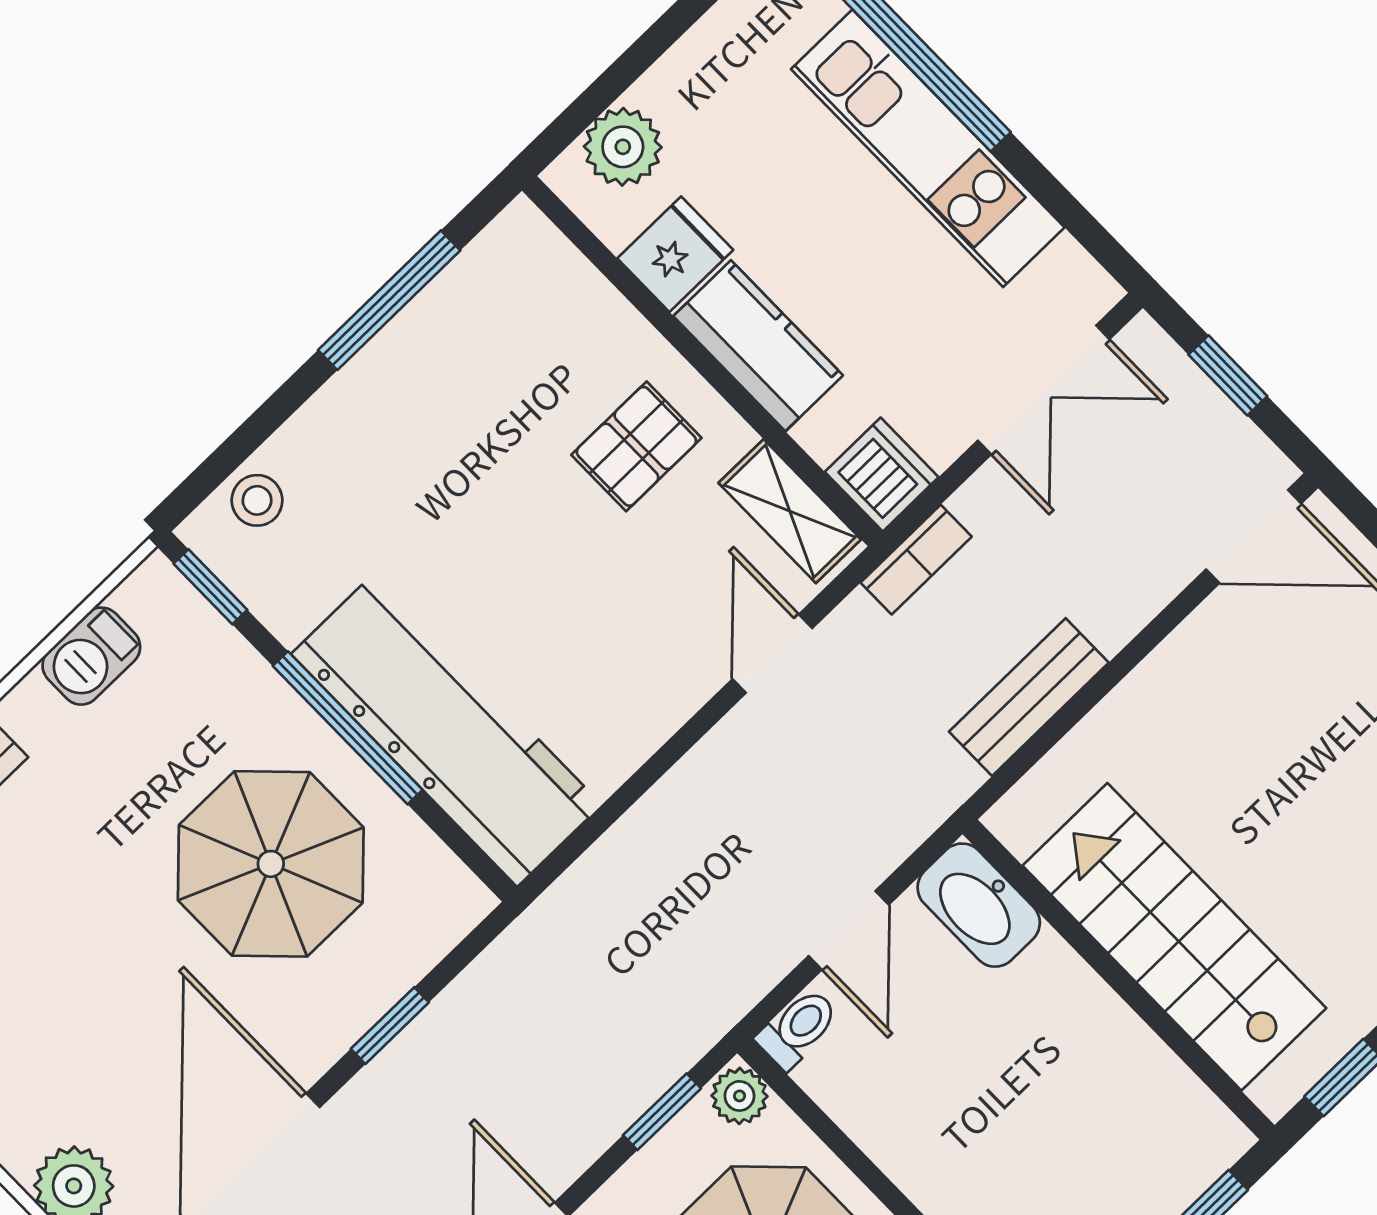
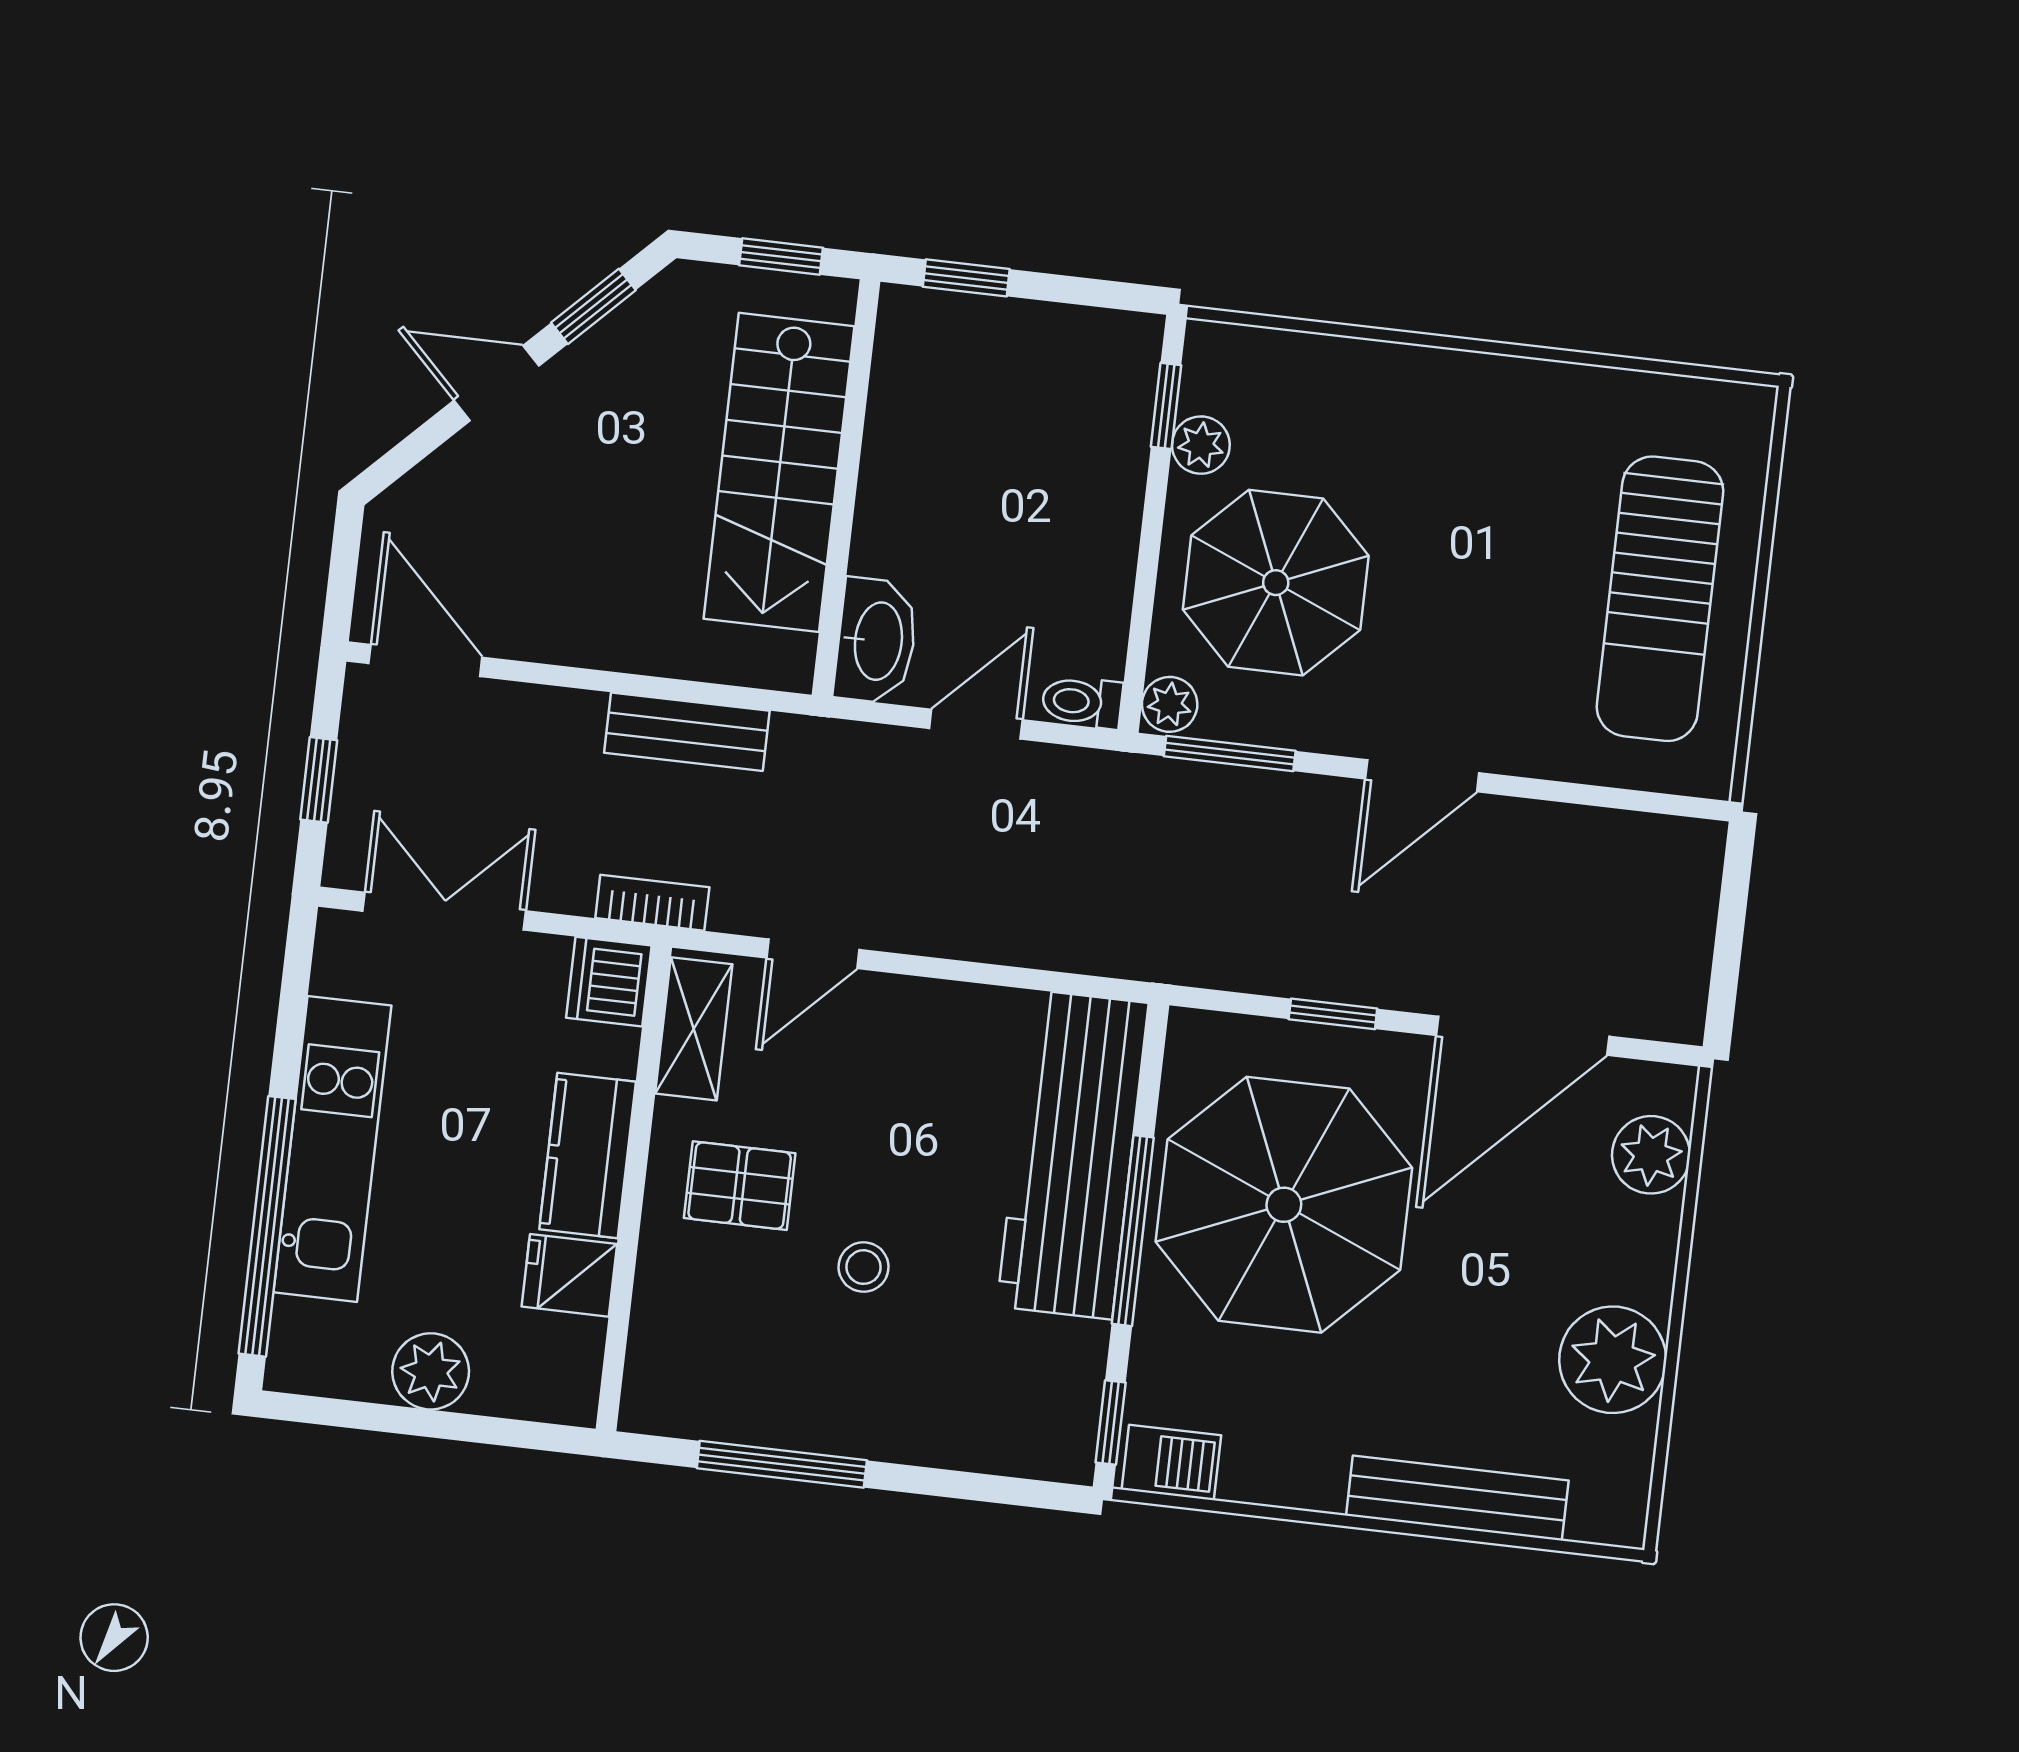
plant: (623, 147) -> (431, 1371), moved
stool: (257, 500) -> (864, 1267), moved
barbecue: (91, 656) -> (1171, 1462), moved
parasol: (271, 864) -> (1284, 1205), width x1.36, depth x1.36
window: (662, 1112) -> (1230, 754), width x1.50

